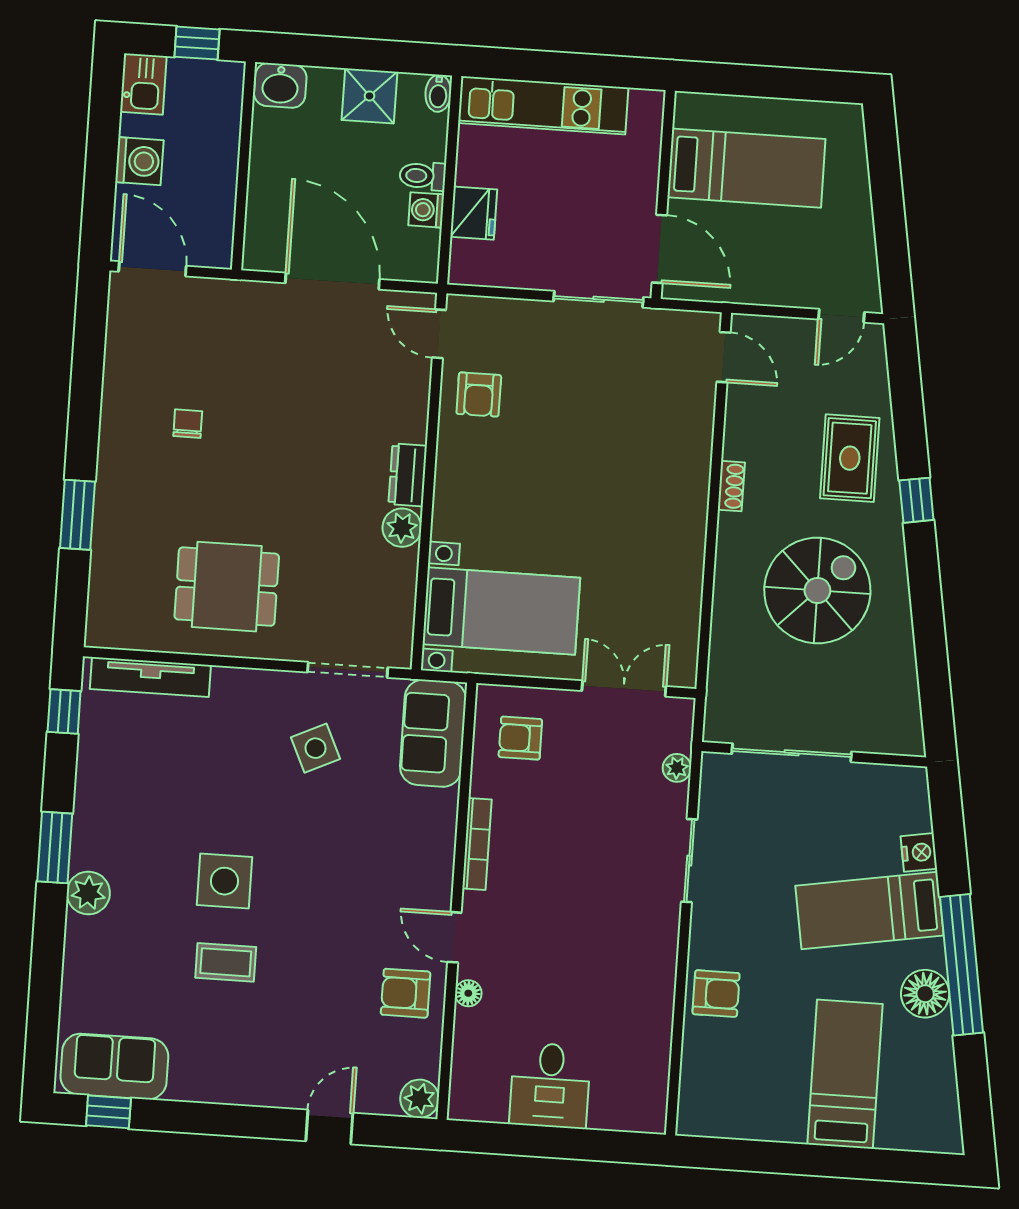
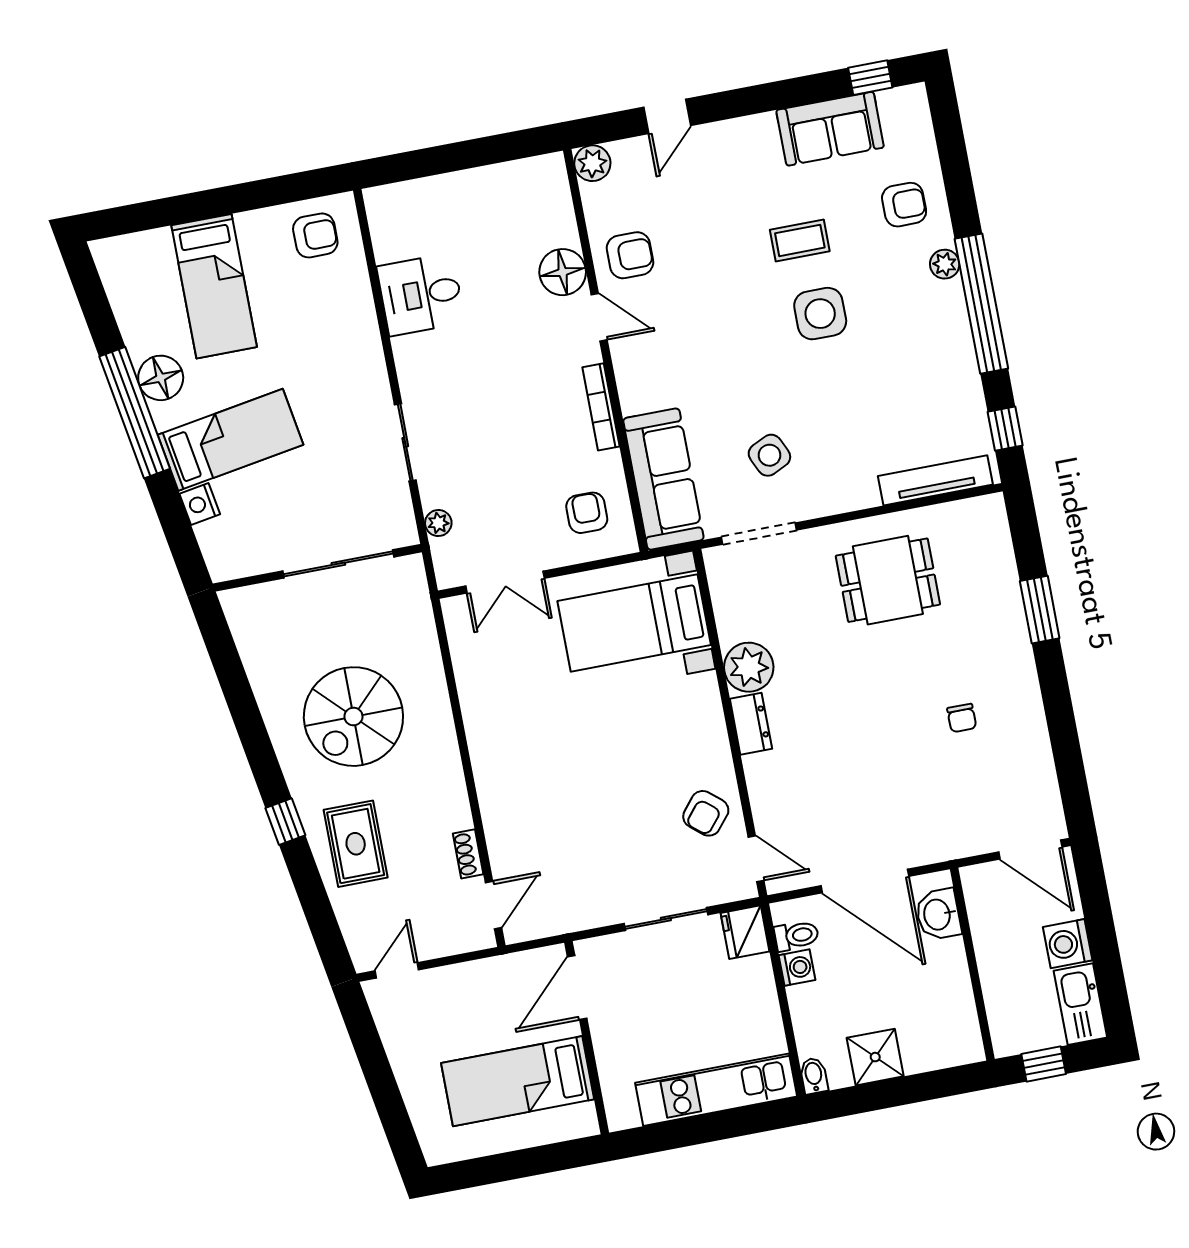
kitchen sink: (143, 84) -> (1080, 1004), width x1.38
washbasin: (280, 85) -> (938, 914), moved, turned -90
toilet: (423, 176) -> (796, 936), moved
fridge: (474, 213) -> (745, 932), moved
door: (659, 249) -> (577, 988), hinge flipped
sliding door: (599, 299) -> (666, 919), moved
door: (724, 357) -> (494, 905), swing flipped
armchair: (479, 394) -> (706, 813), turned -140
shoe rack: (731, 486) -> (468, 854), moved
plant: (402, 528) -> (749, 667), width x1.36, depth x1.36
sofa: (433, 733) -> (663, 479), width x1.36
armchair: (520, 738) -> (587, 513), turned -90
window: (55, 848) -> (981, 304), width x2.11
plant: (88, 893) -> (945, 264), width x0.73, depth x0.73
armchair: (108, 971) -> (904, 205), added
floor lamp: (468, 993) -> (563, 272), width x1.89, depth x1.89
armchair: (716, 994) -> (315, 235), moved, turned 180
sofa: (114, 1066) -> (830, 129), moved
desk: (550, 1085) -> (421, 294), moved, turned -90

